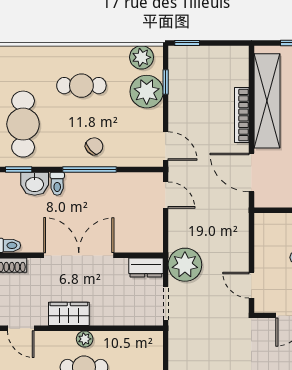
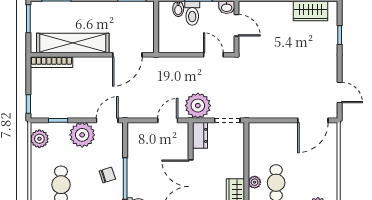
plant: (147, 92) -> (82, 135), moved
bookcase: (242, 115) -> (51, 62), moved
chair: (94, 146) -> (107, 175), turned 114
door: (166, 195) -> (168, 120), moved
door: (251, 285) -> (213, 55), swing flipped

